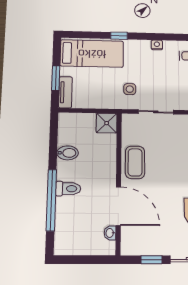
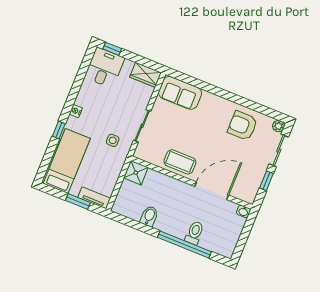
nightstand: (157, 45) -> (76, 111), moved
toilet: (68, 189) -> (195, 233), moved
washbasin: (110, 233) -> (243, 211), moved

